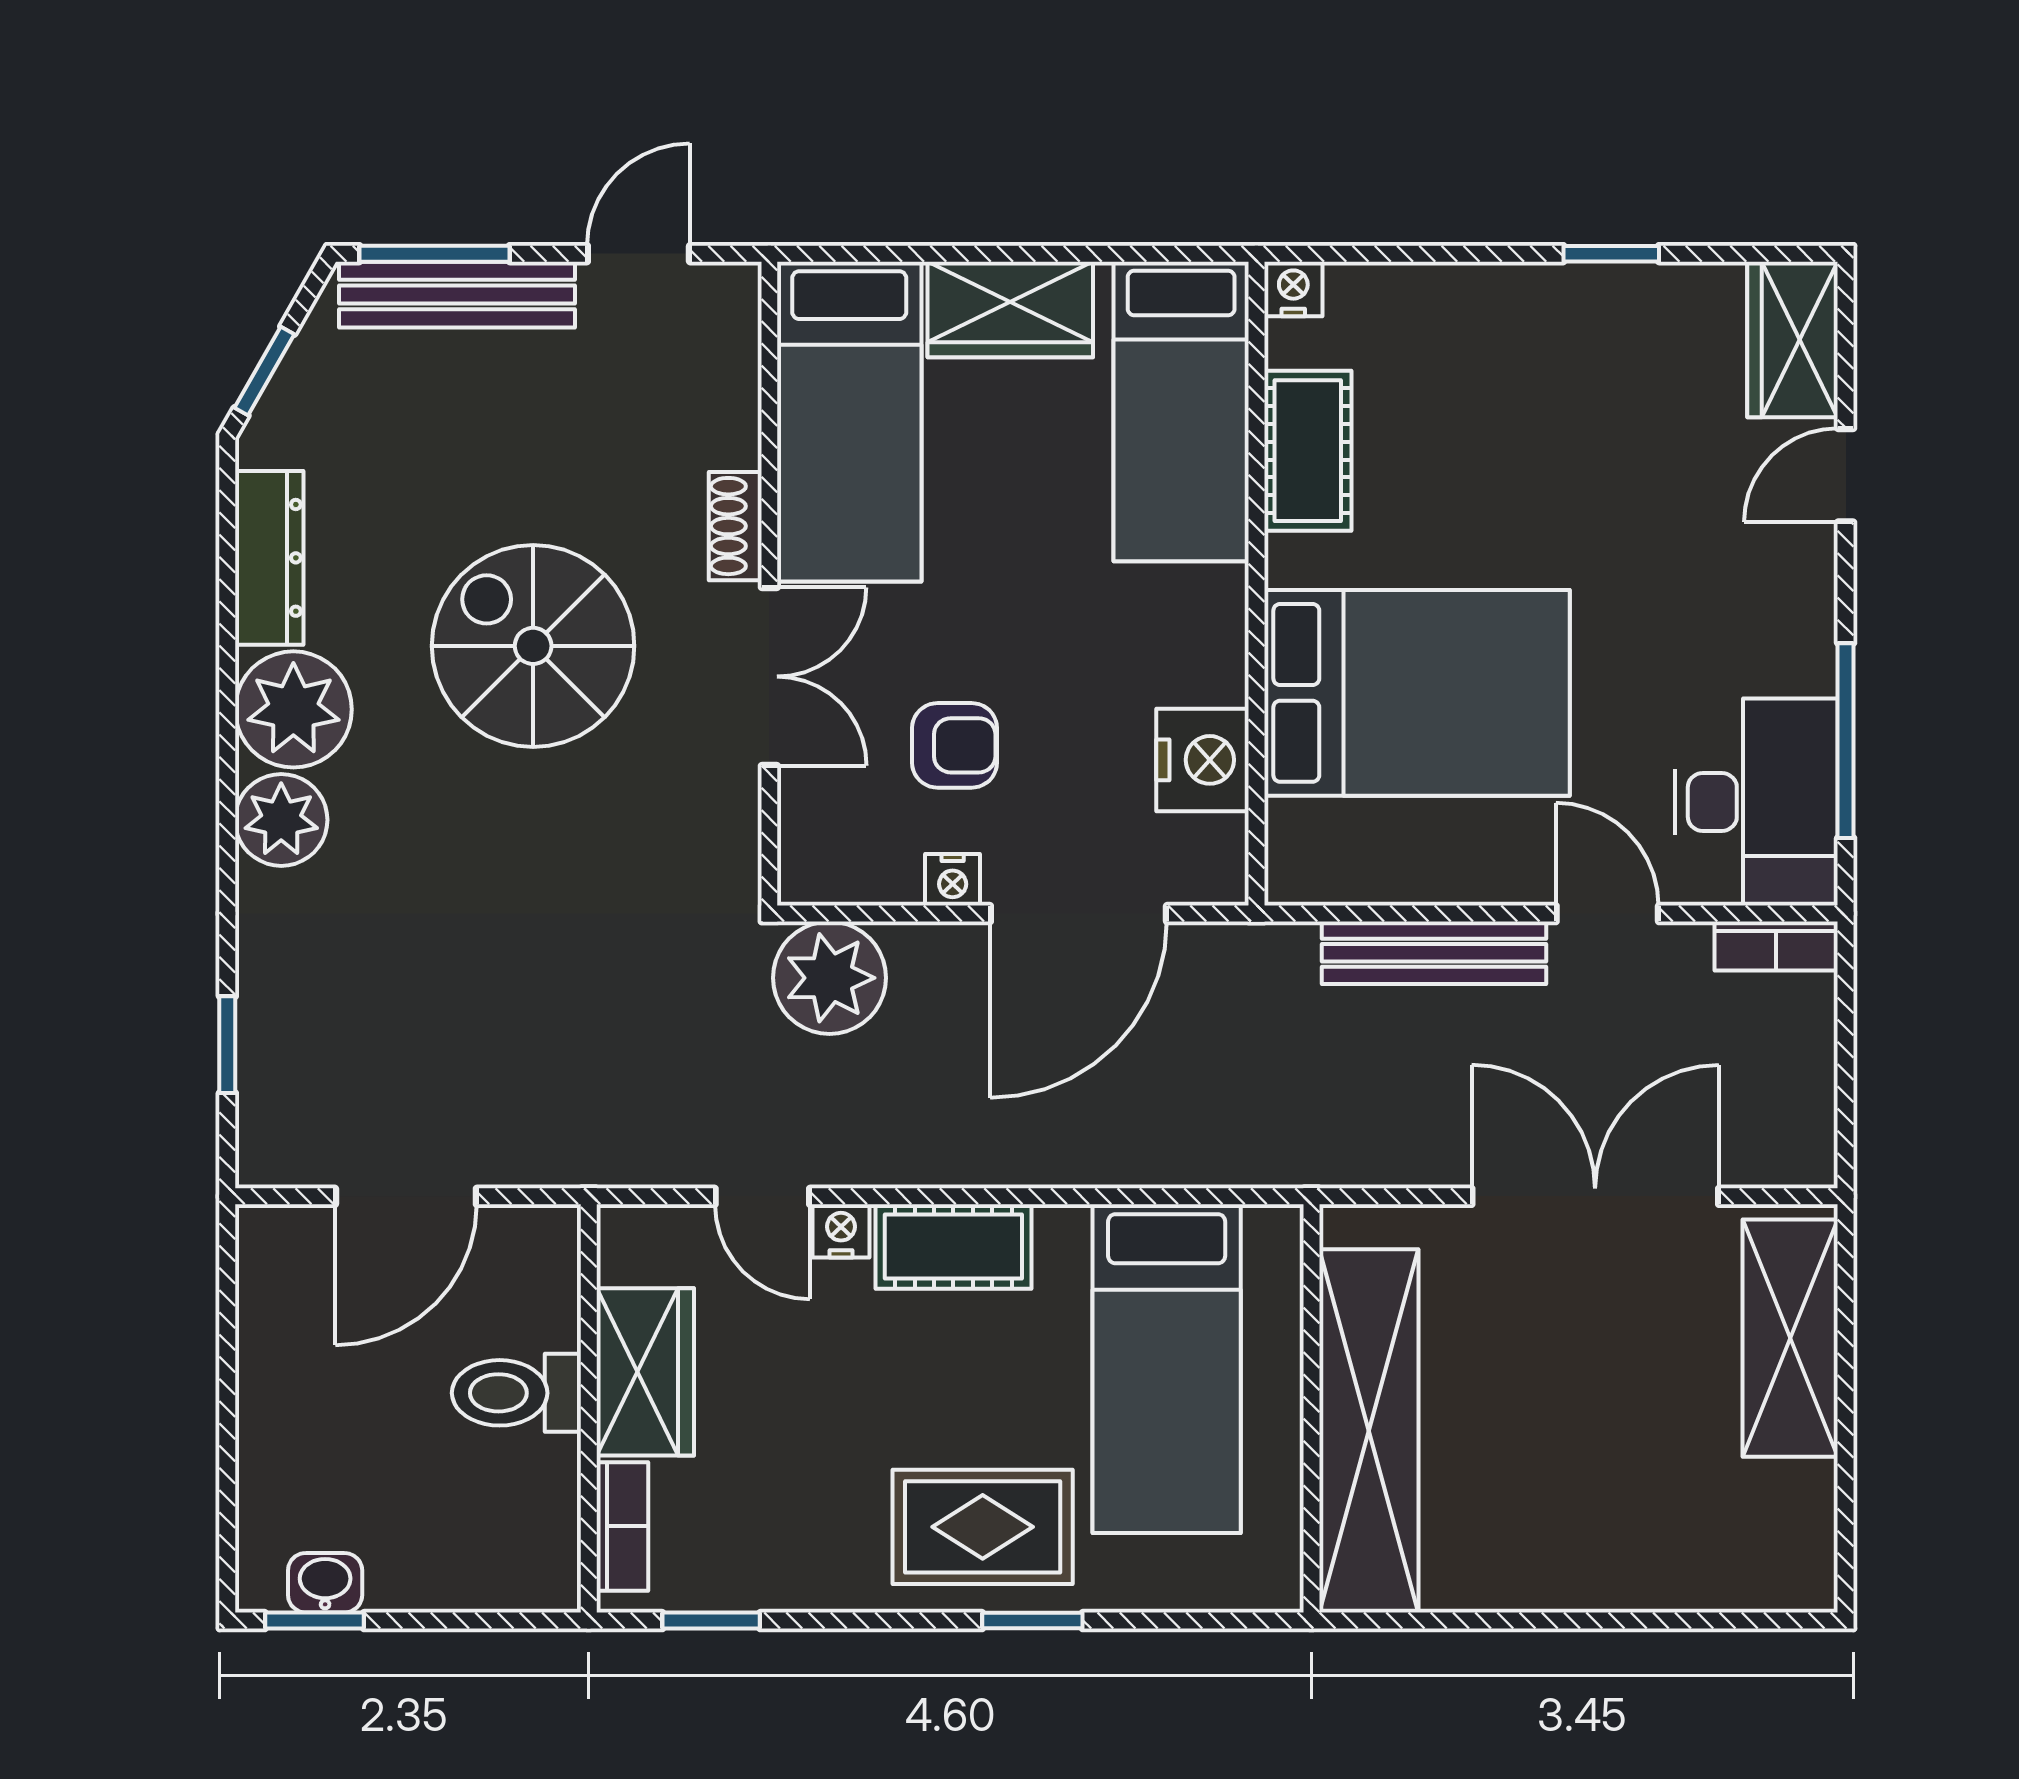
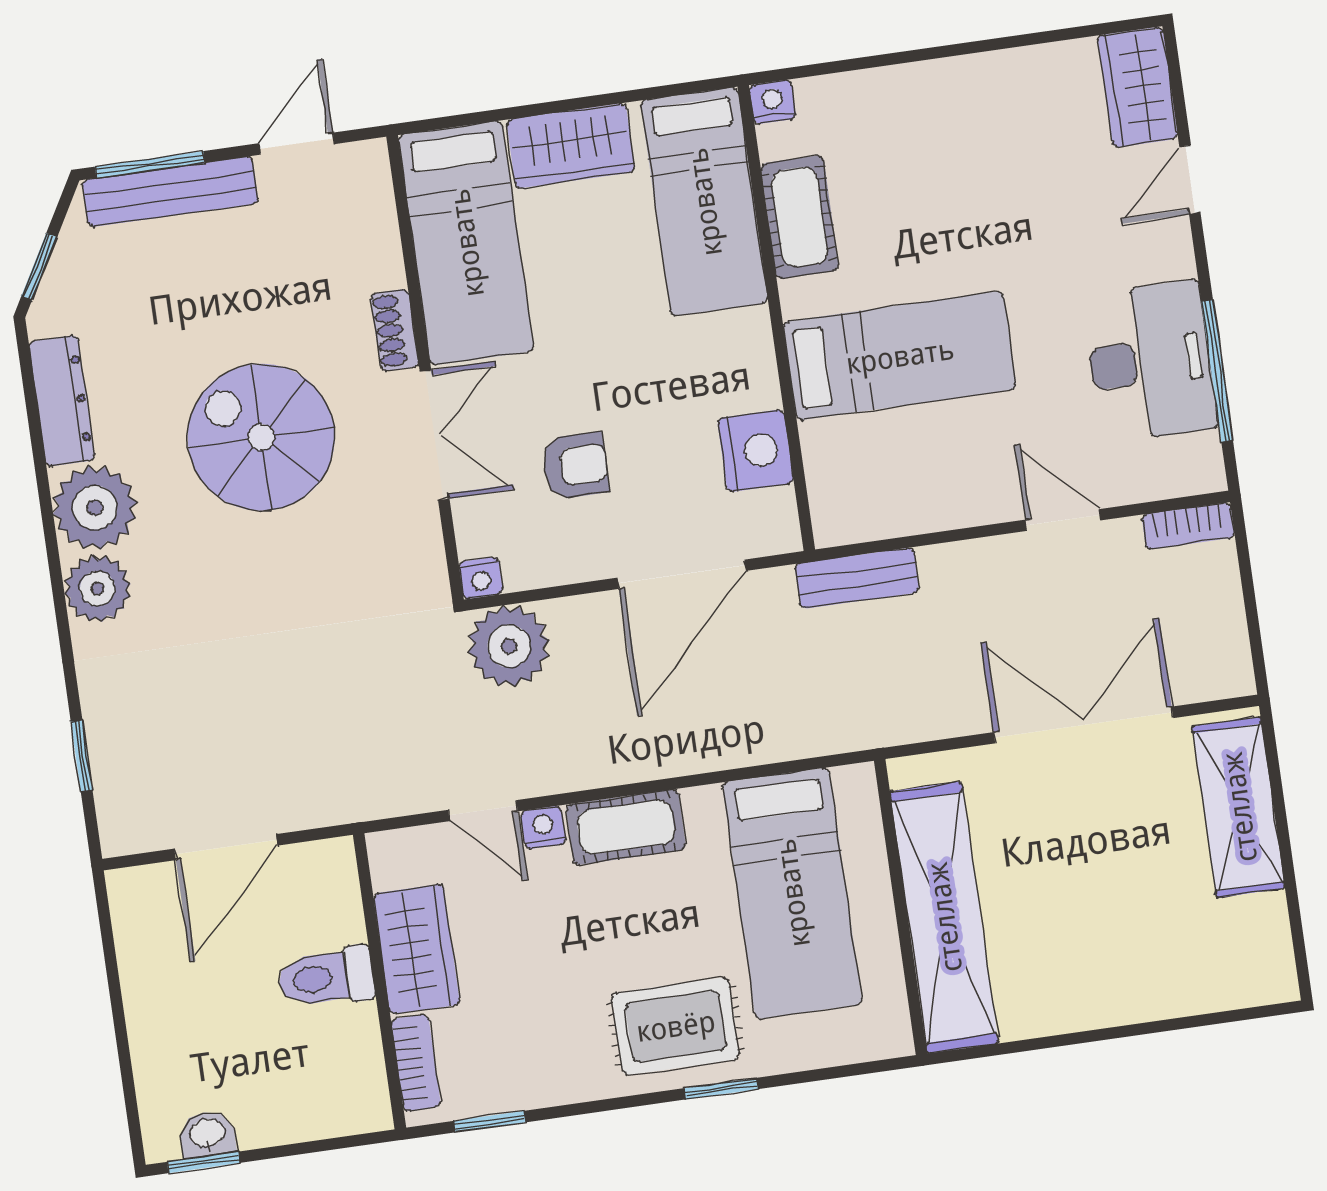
window: (1611, 254) -> (998, 44), removed
bed: (1417, 693) -> (900, 356), width x0.67
desk: (1756, 802) -> (1150, 361), moved
nightstand: (953, 880) -> (481, 578), moved
bench: (1434, 953) -> (857, 578), moved, width x0.73

